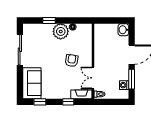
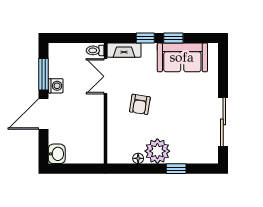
double door: (93, 78) -> (105, 76), swing flipped
sofa: (32, 83) -> (182, 57), moved, turned -90
washing machine: (124, 85) -> (56, 86), moved
window: (40, 102) -> (173, 38), moved

